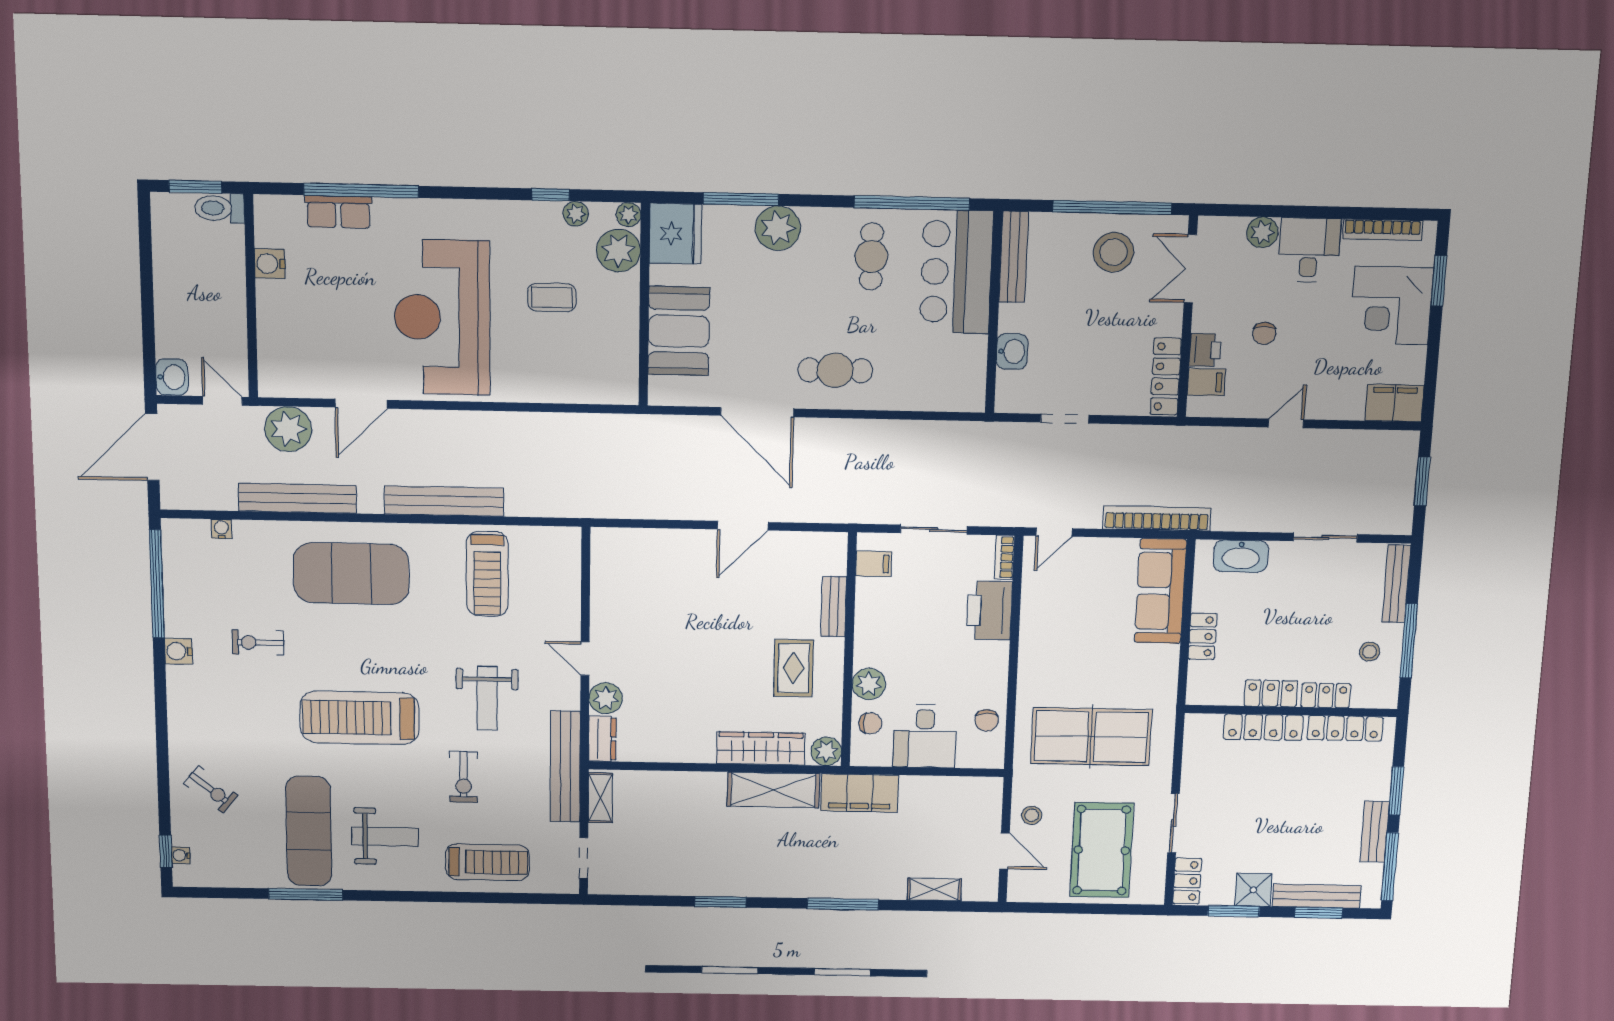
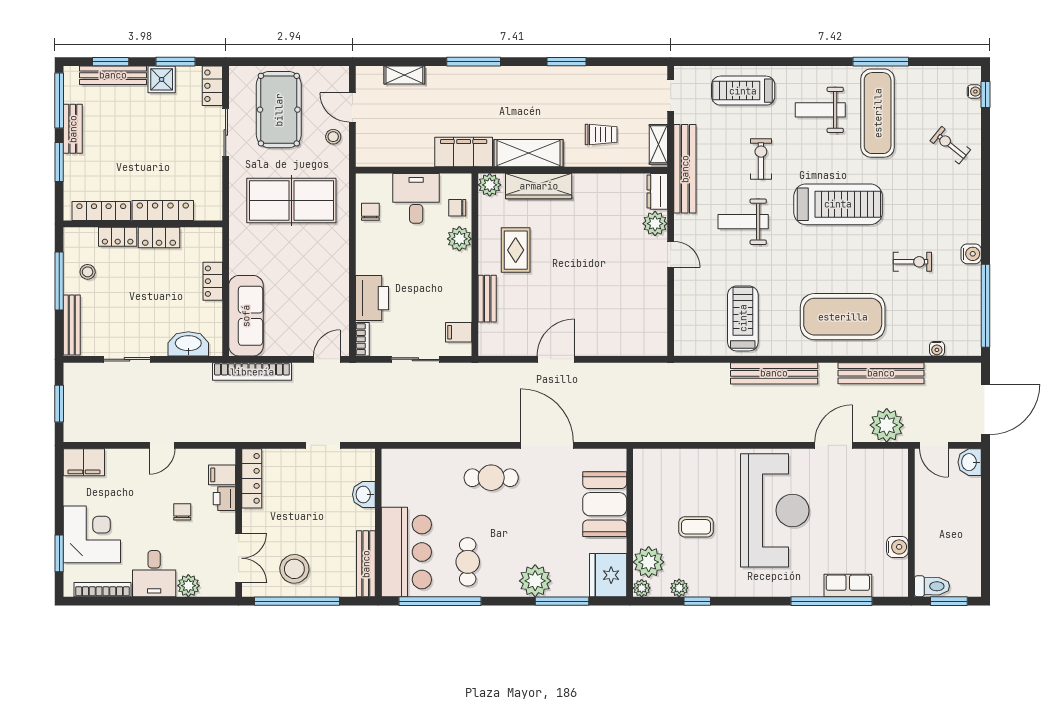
weight bench: (487, 698) -> (743, 222), turned -90
trolley: (676, 811) -> (601, 135), added

